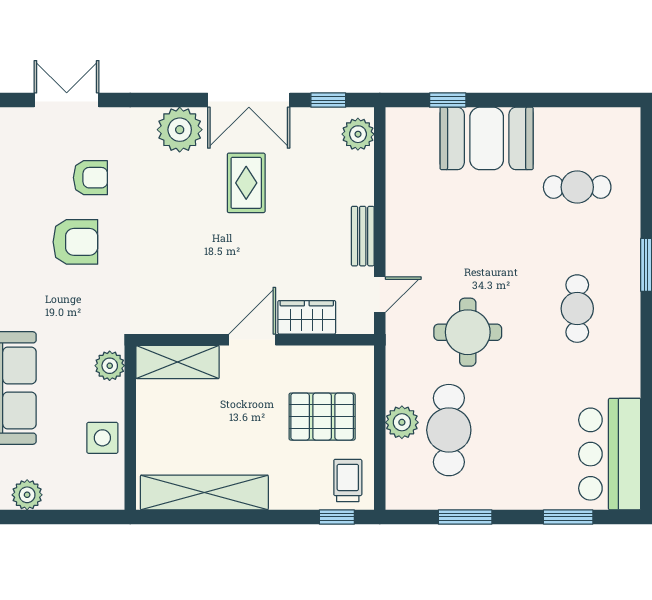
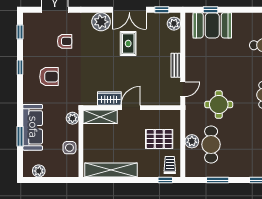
booth: (487, 138) -> (212, 25), moved
armchair: (75, 242) -> (49, 77), moved
wardrobe: (307, 317) -> (109, 98), moved

